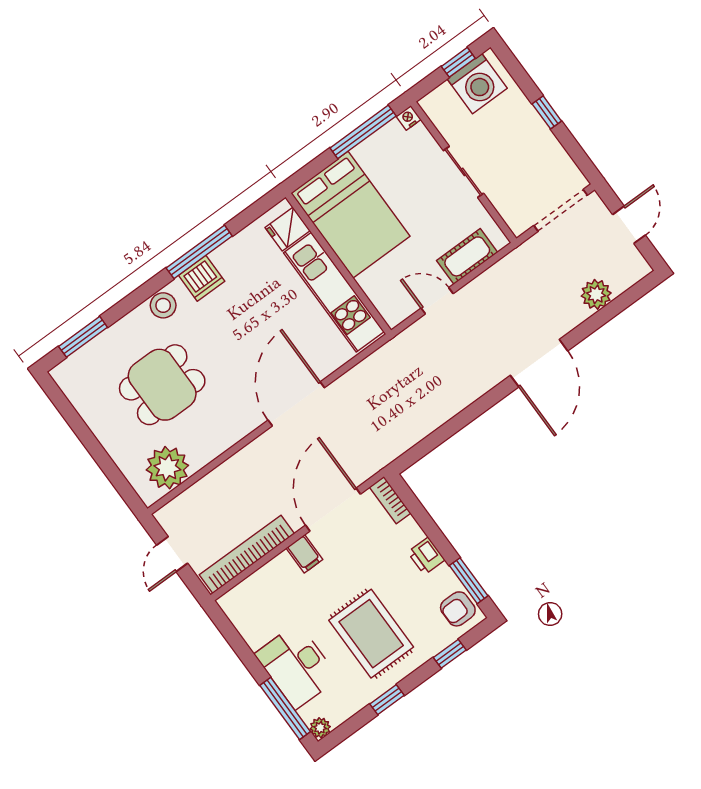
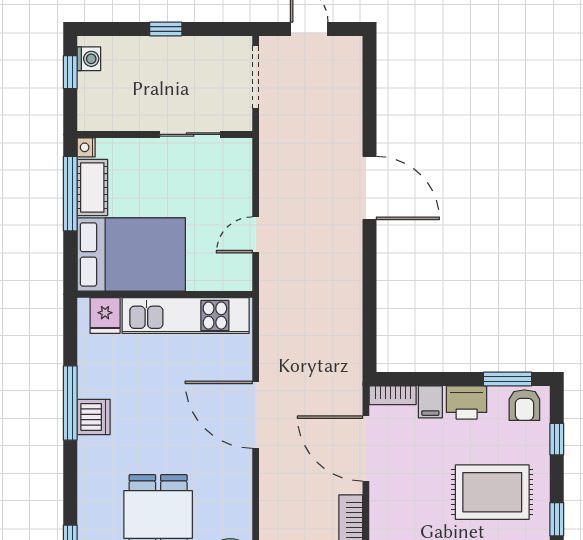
washing machine: (477, 84) -> (89, 59), width x0.53, depth x0.53
sliding door: (463, 172) -> (190, 134), moved
cot: (467, 256) -> (92, 188), moved
plant: (596, 294) -> (347, 99), removed
stool: (163, 305) -> (93, 465), removed
filing cabinet: (304, 554) -> (430, 402), moved, turned 90
printer: (426, 556) -> (467, 402), width x1.36, depth x1.24

